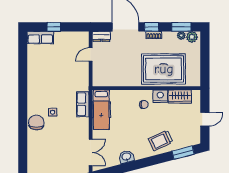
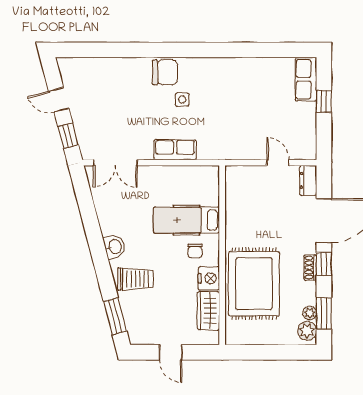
row of seats: (83, 104) -> (175, 150), moved
hospital bed: (101, 110) -> (186, 220), moved
trolley: (161, 140) -> (135, 279), turned 115
washbasin: (126, 157) -> (114, 247), moved

